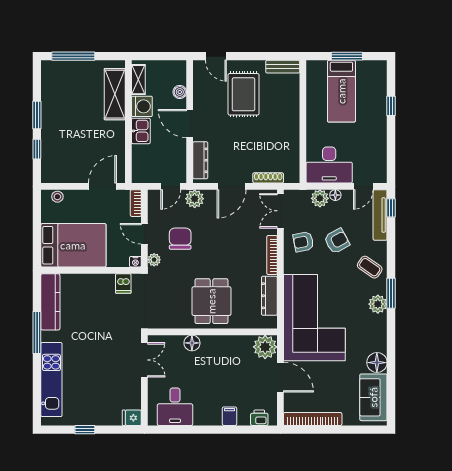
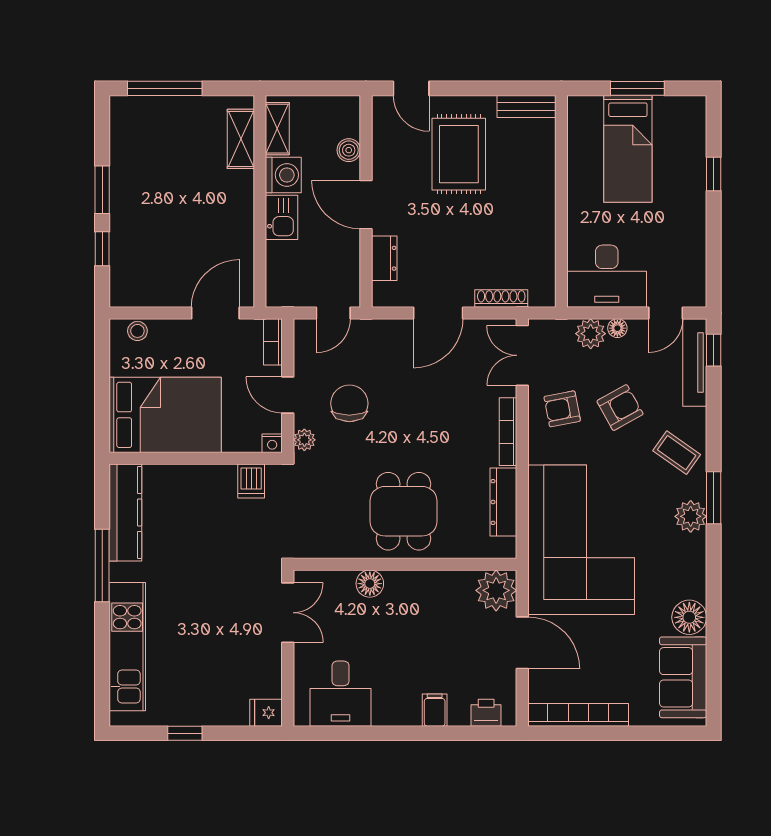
shelving: (115, 94) -> (241, 139), width x0.67, depth x0.75
dresser: (200, 160) -> (384, 258), width x0.70
plant: (195, 199) -> (374, 334), removed

